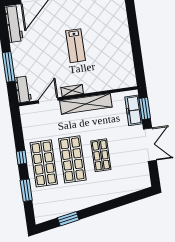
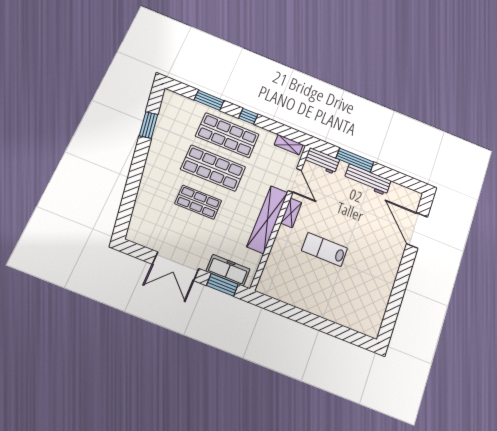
workbench: (14, 24) -> (368, 180), moved
lab bench: (76, 46) -> (324, 249), moved
shelving: (25, 118) -> (289, 145), added

